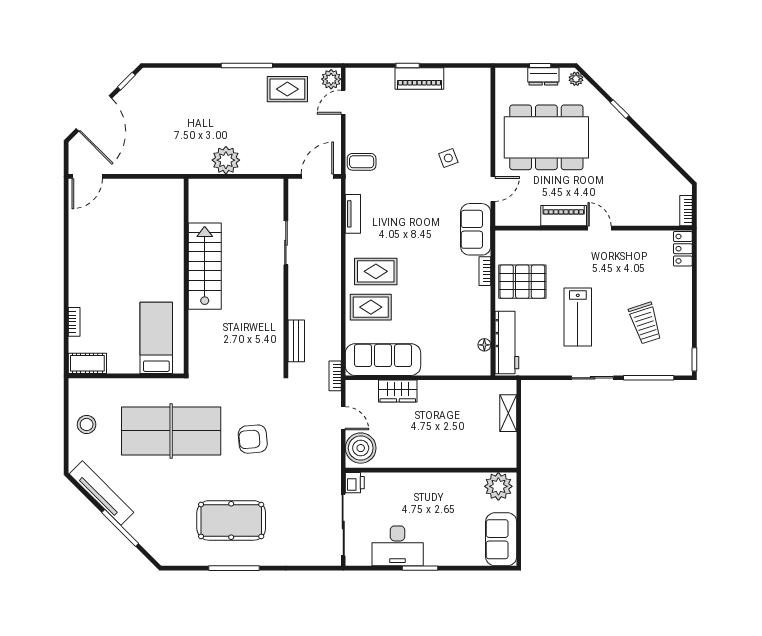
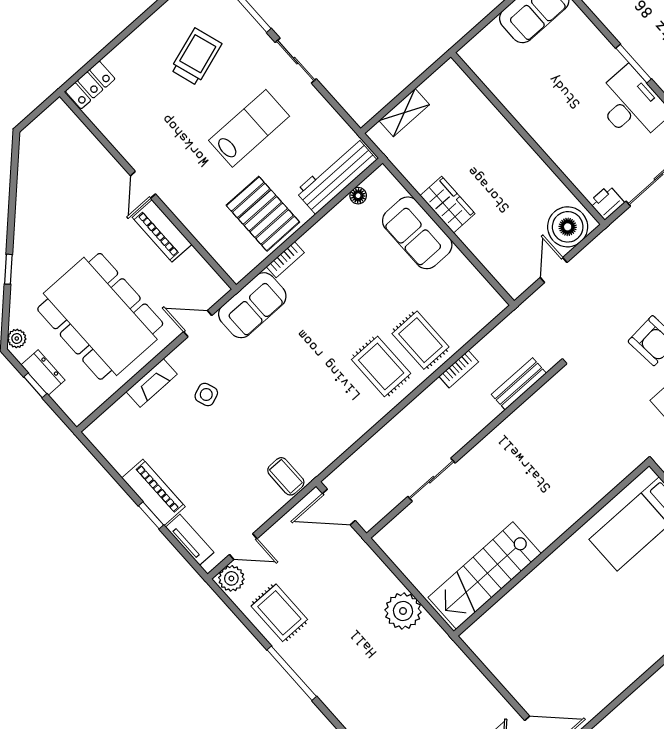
fireplace: (483, 133) -> (152, 383), added
bookcase: (686, 211) -> (50, 115), removed
tv unit: (353, 214) -> (190, 540), moved, turned 90
stairs: (205, 266) -> (485, 576), moved
sofa: (383, 360) -> (417, 233), moved, width x0.73
bookcase: (335, 376) -> (459, 369), moved
wardrobe: (398, 391) -> (448, 205), moved
plant: (498, 486) -> (485, 58), removed

